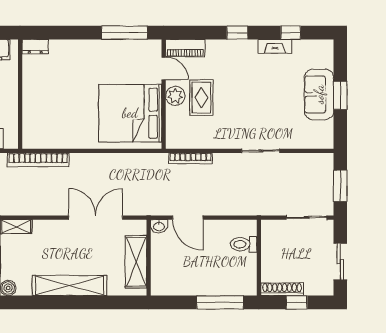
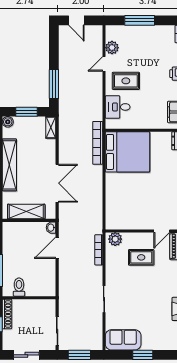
sofa: (319, 94) -> (123, 340), moved
plant: (175, 96) -> (115, 239), moved
bed: (130, 113) -> (127, 152), moved, turned 90
toilet: (244, 244) -> (19, 287), moved

